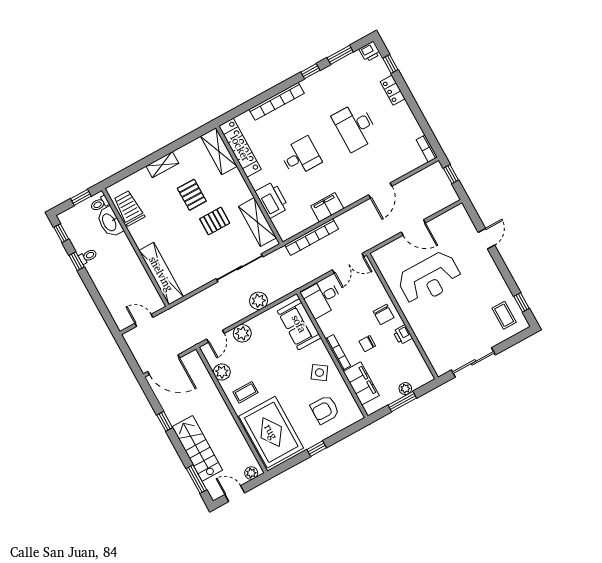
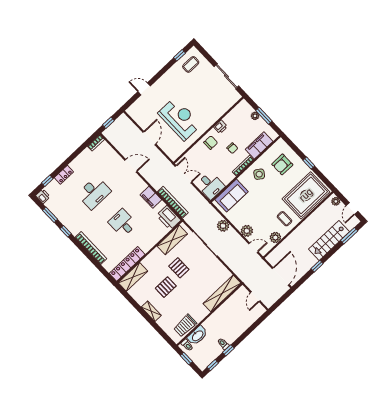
printer: (272, 200) -> (169, 218), moved, turned -90
armchair: (325, 410) -> (282, 164), turned 90

